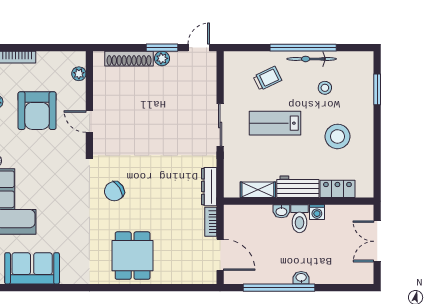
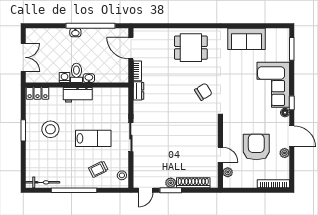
bicycle: (312, 59) -> (43, 182), moved
stool: (325, 88) -> (122, 175), moved
window: (377, 89) -> (23, 130), moved
door: (89, 122) -> (220, 155), moved
dresser: (209, 187) -> (138, 91), width x0.70
locker: (337, 189) -> (37, 93), moved
shelving: (258, 190) -> (105, 93), removed
dining table: (133, 256) -> (191, 48), turned 90
sofa: (32, 268) -> (246, 39), moved

